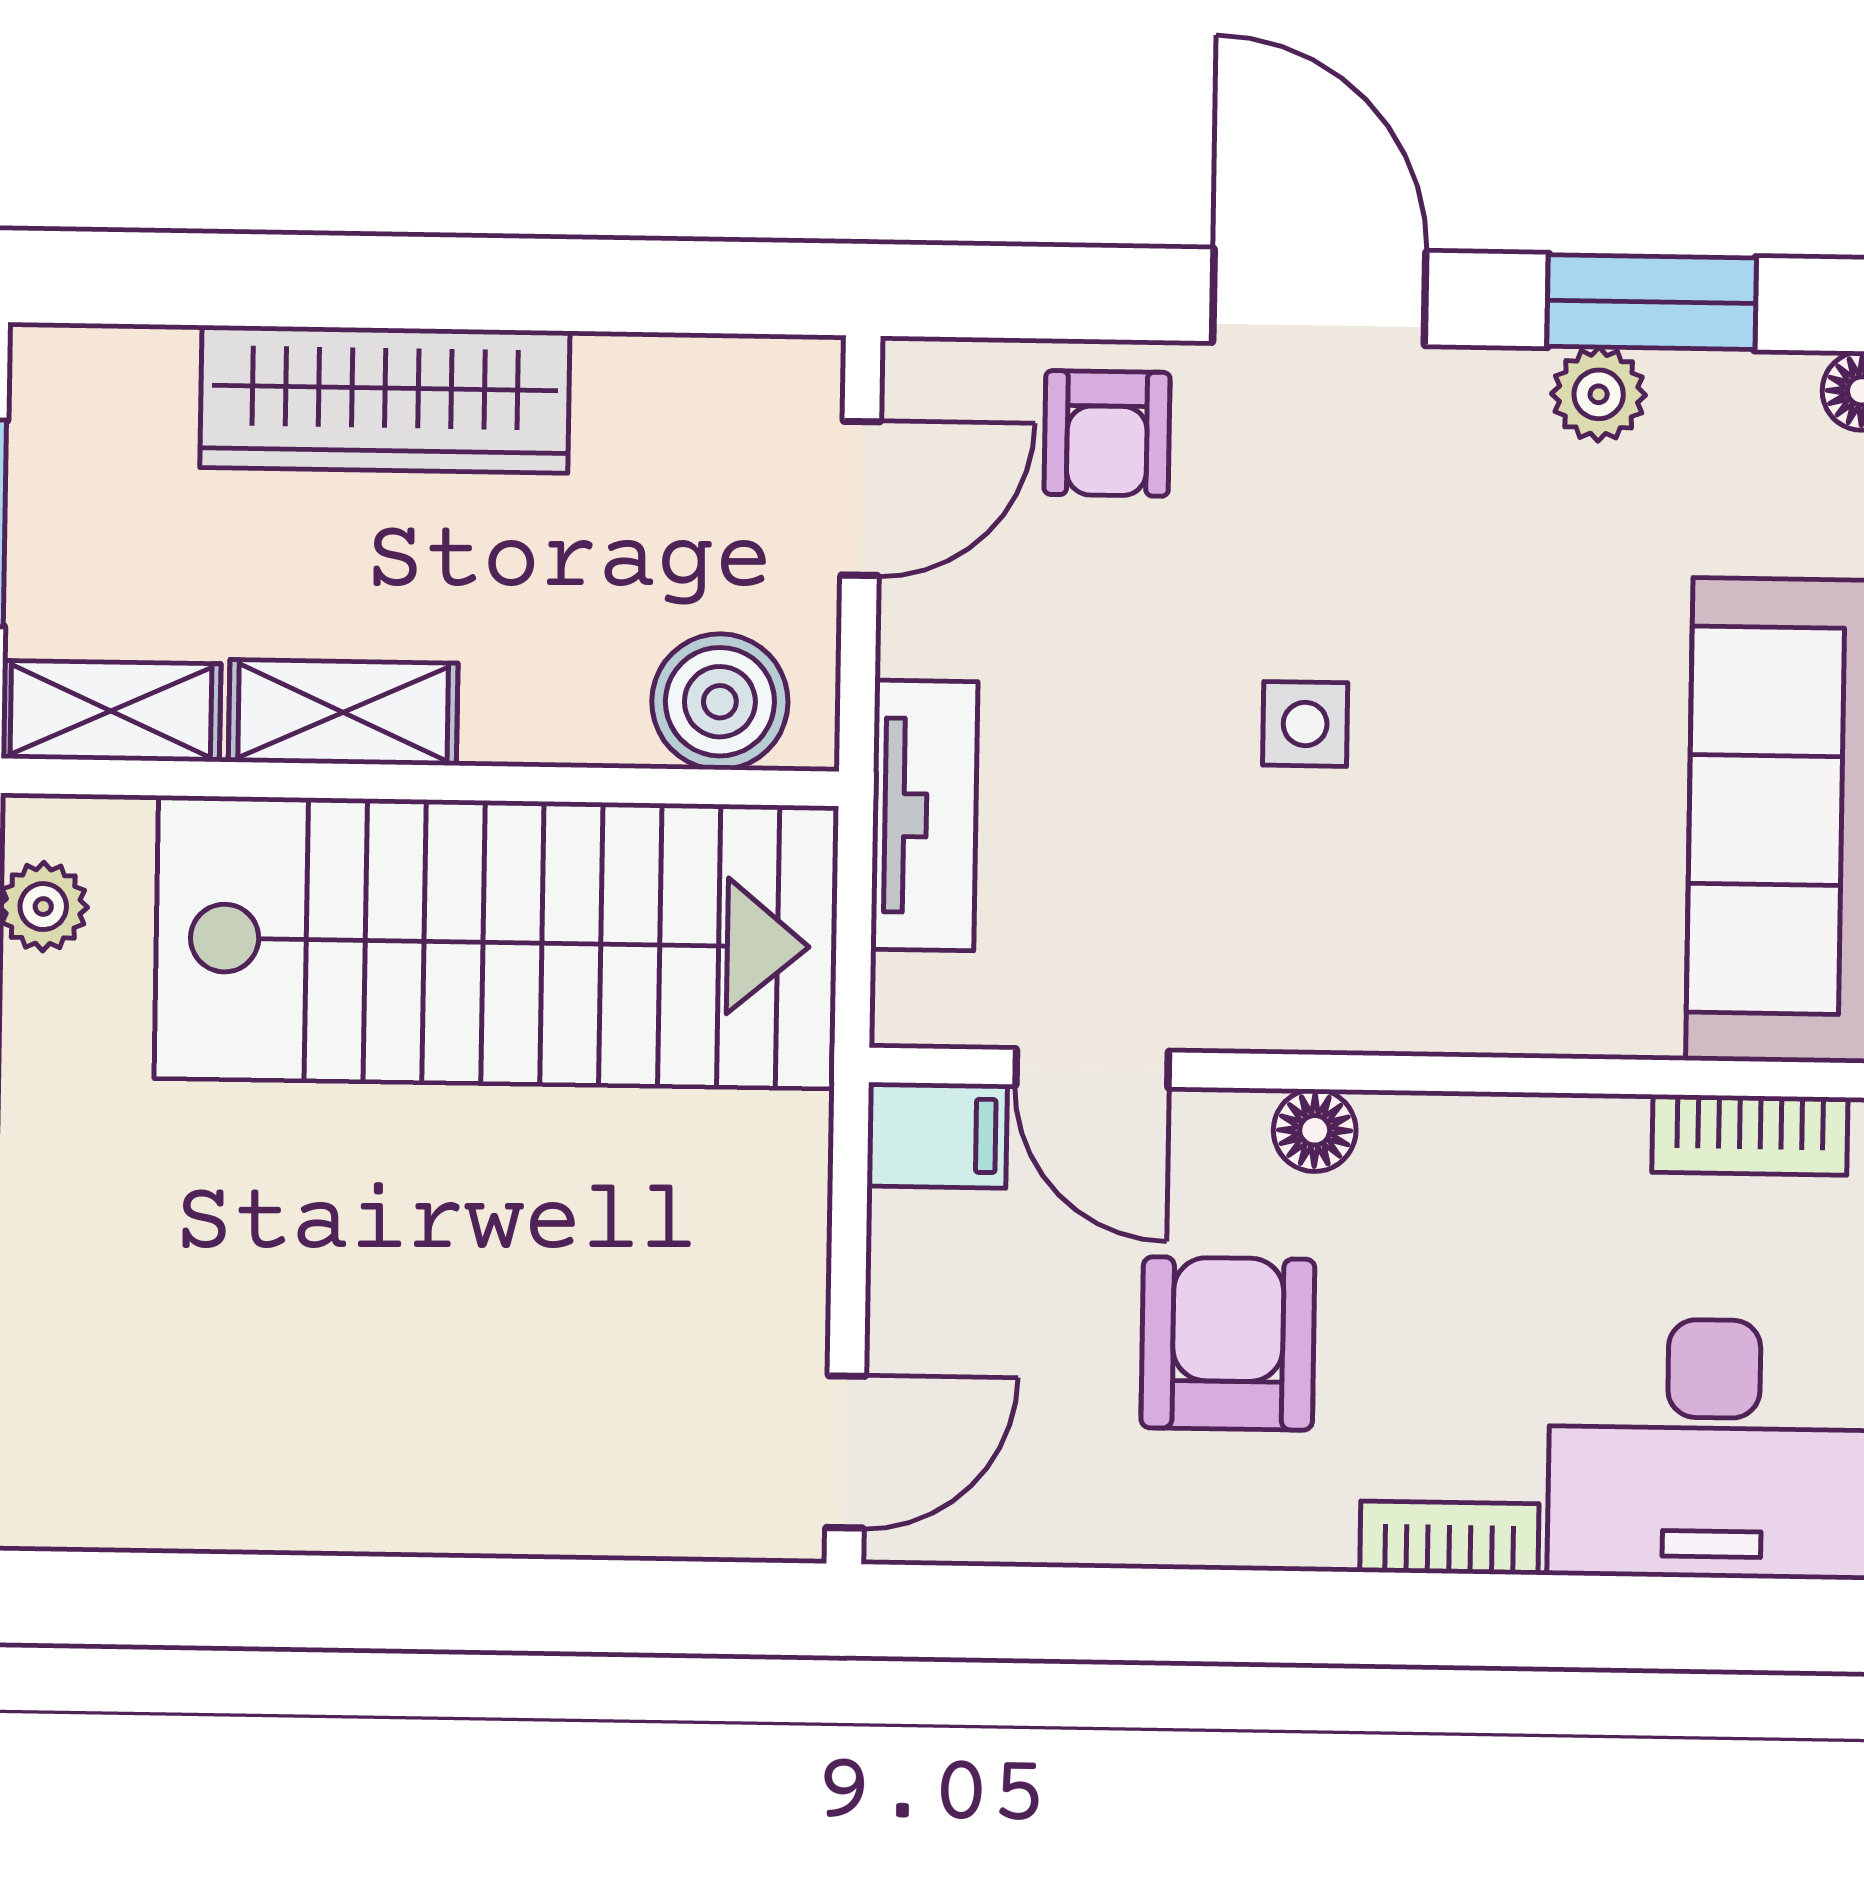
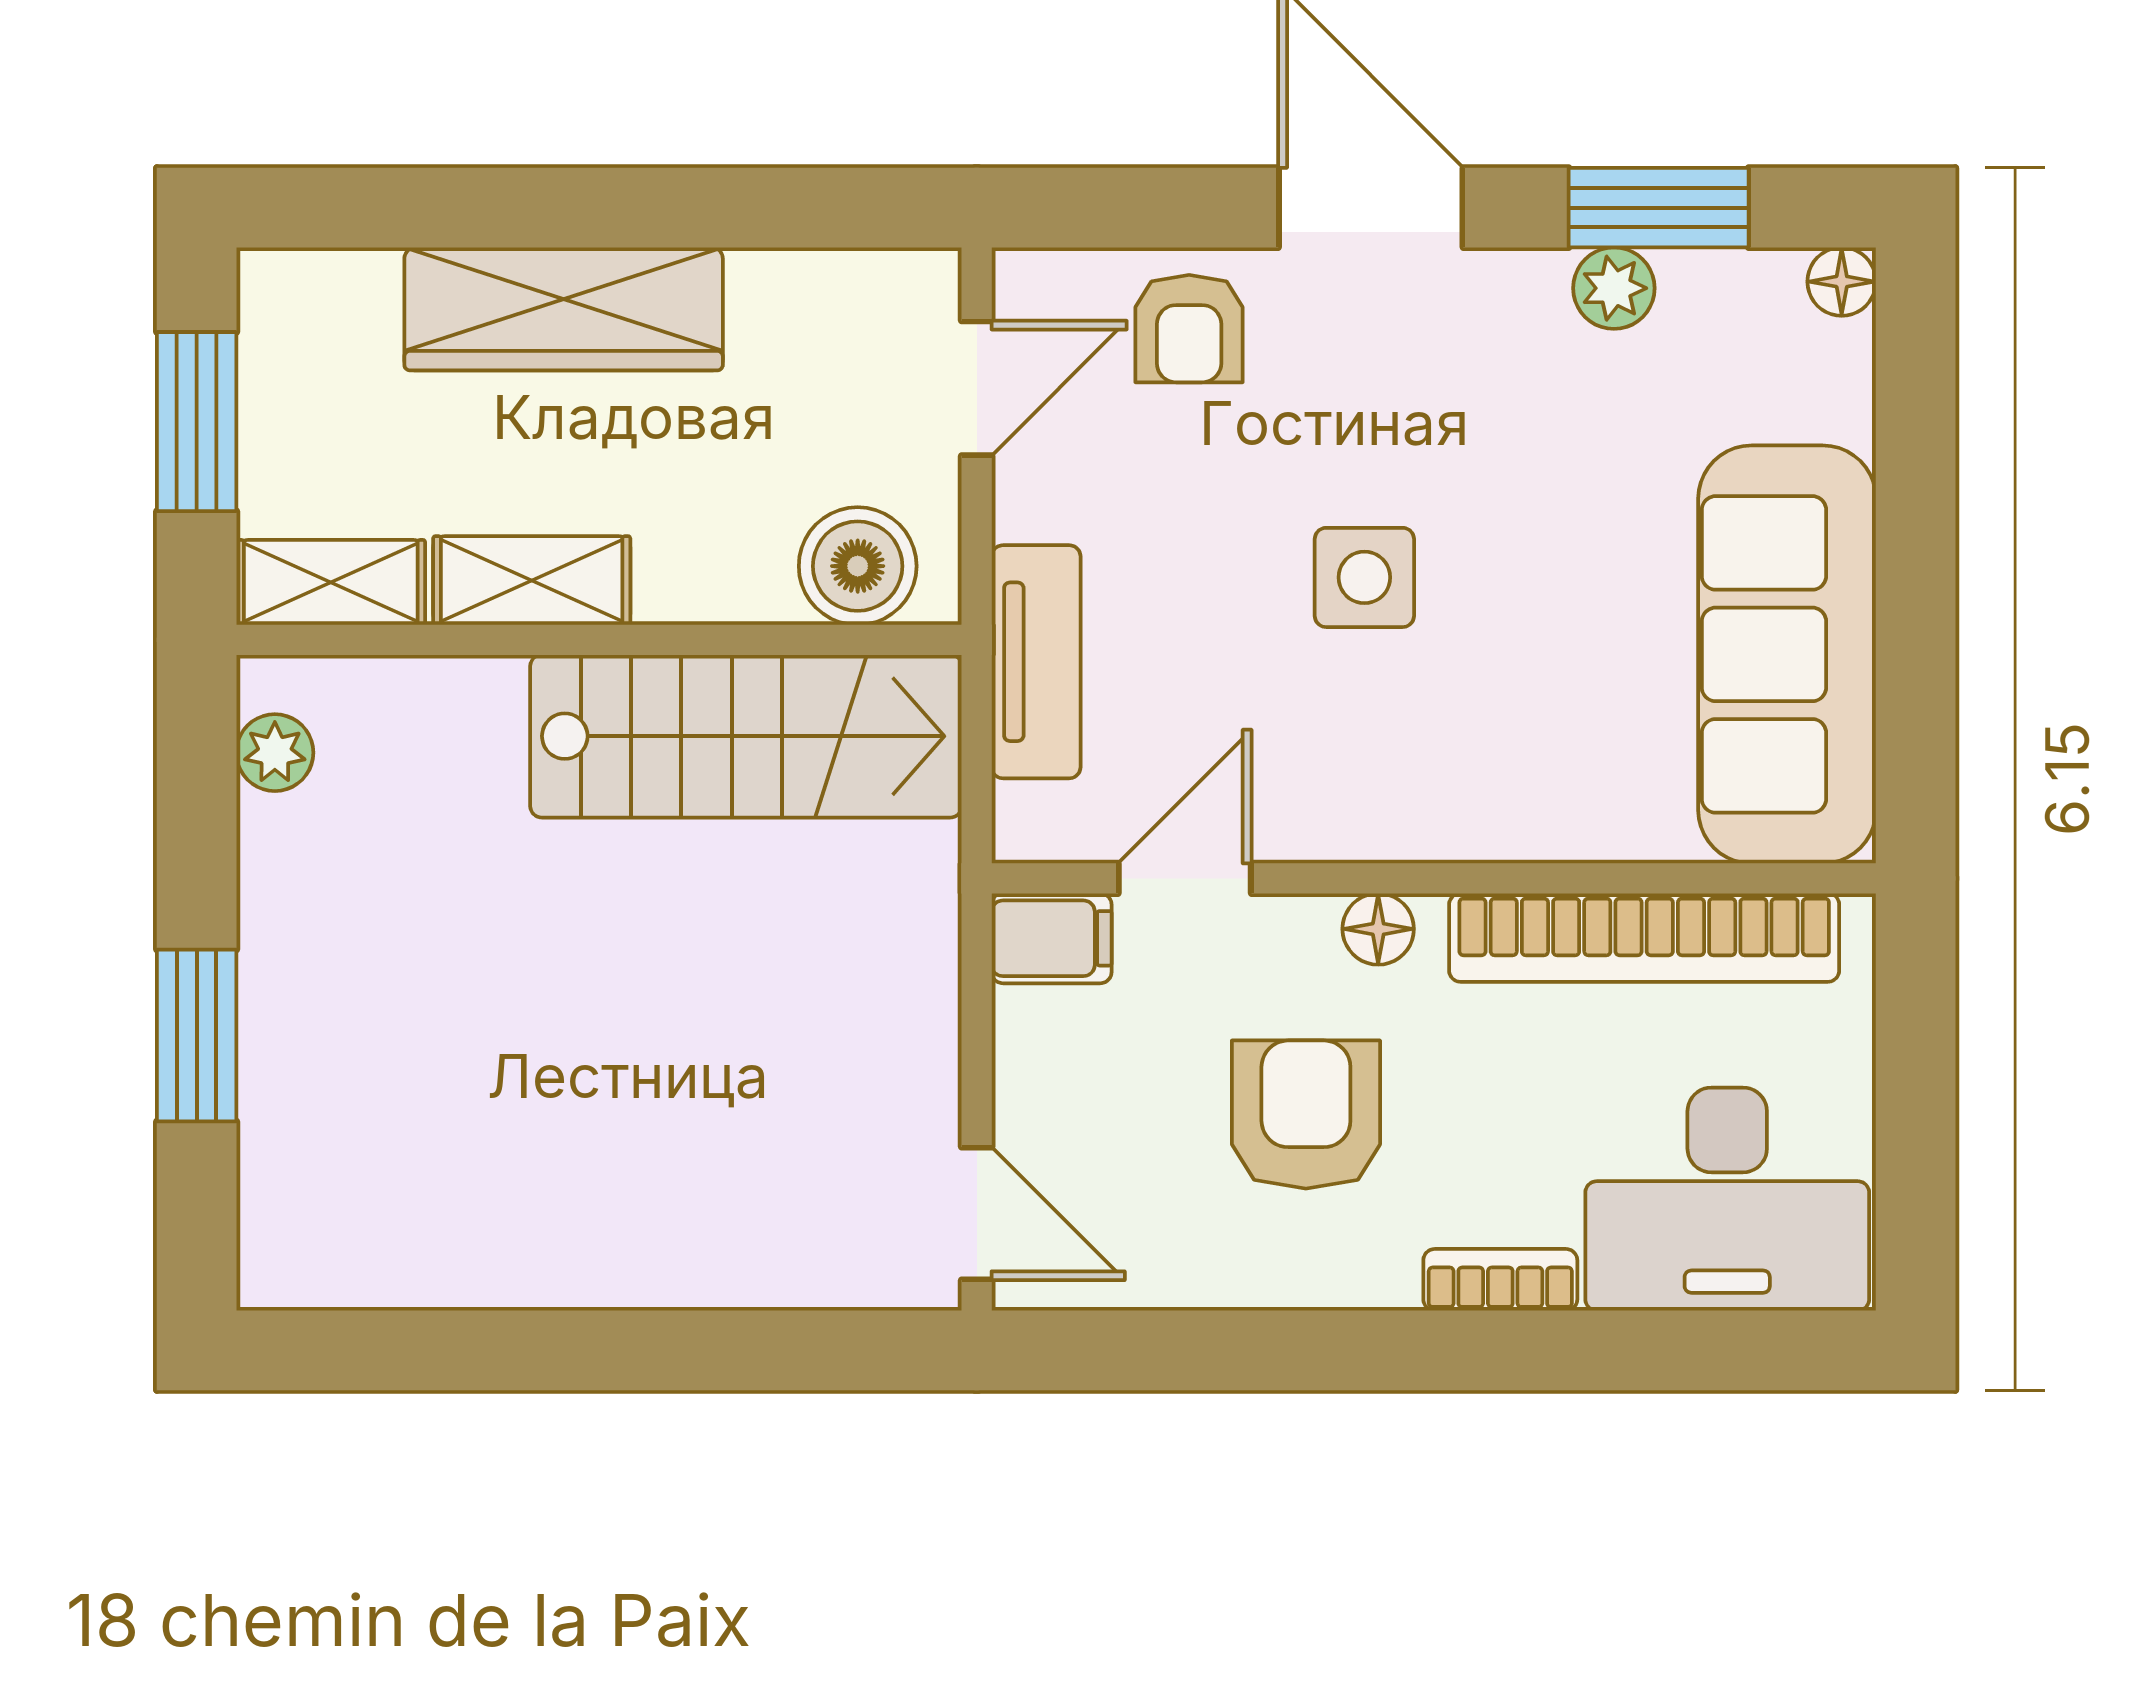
side table: (1305, 724) -> (1364, 577), width x1.37, depth x1.37
stairs: (496, 942) -> (746, 736), width x0.73, depth x0.66
door: (1092, 1068) -> (1185, 878), swing flipped
bookcase: (1750, 1135) -> (1644, 938), width x2.31, depth x1.31
door: (846, 1452) -> (977, 1214), hinge flipped

